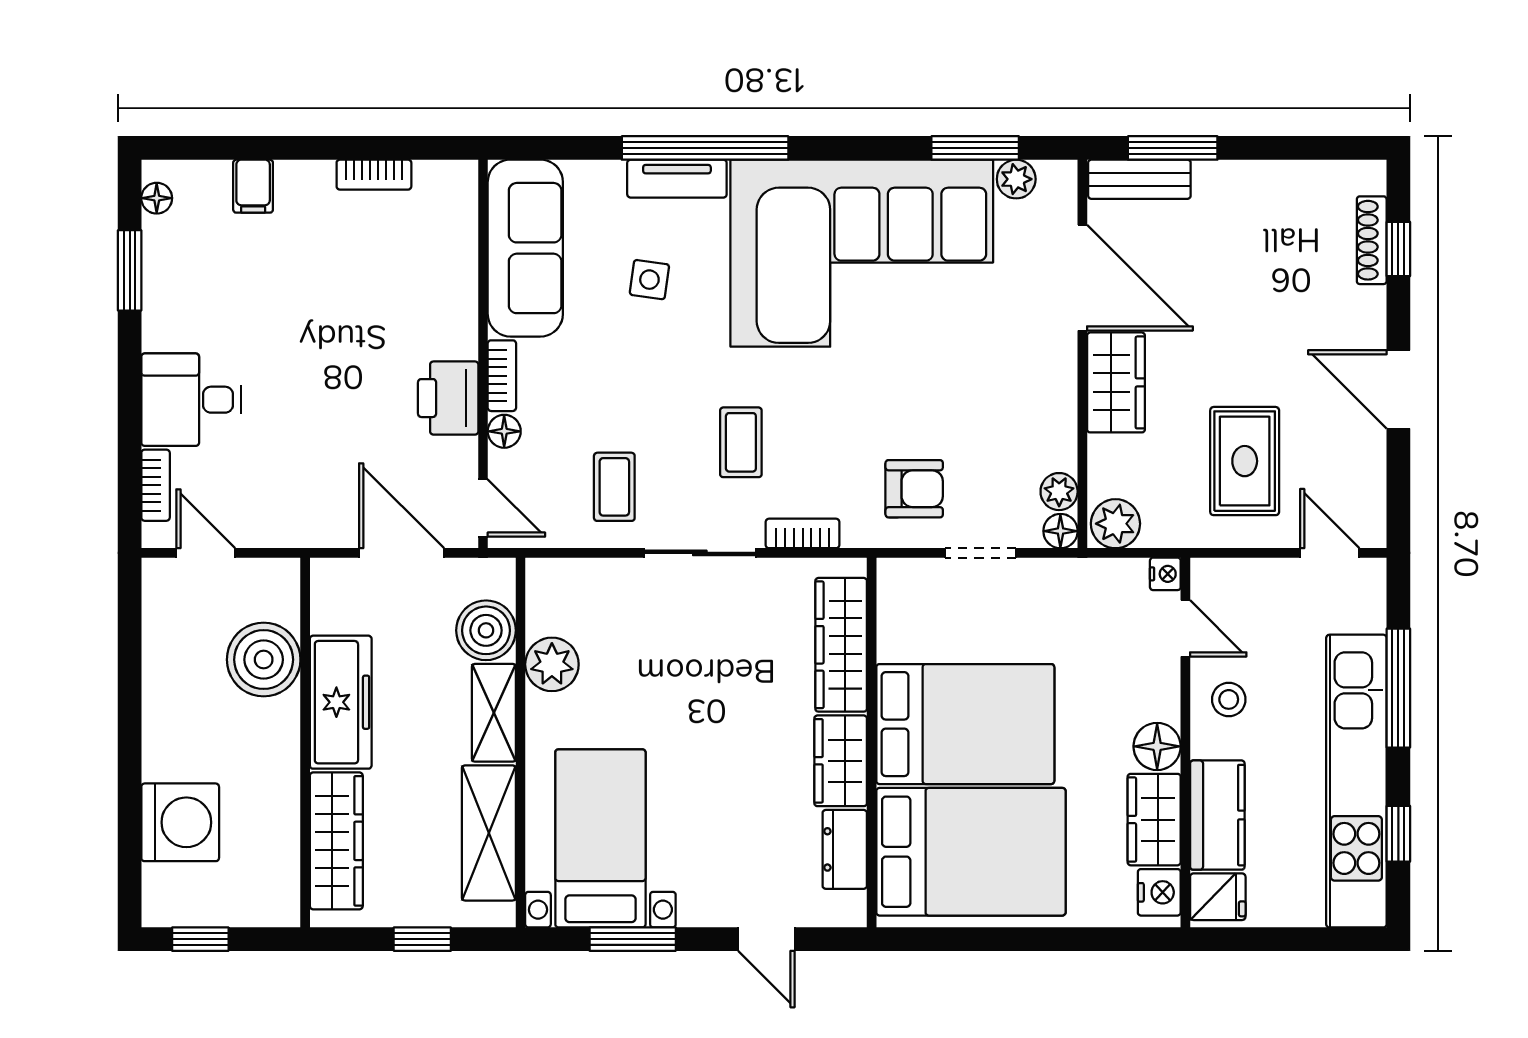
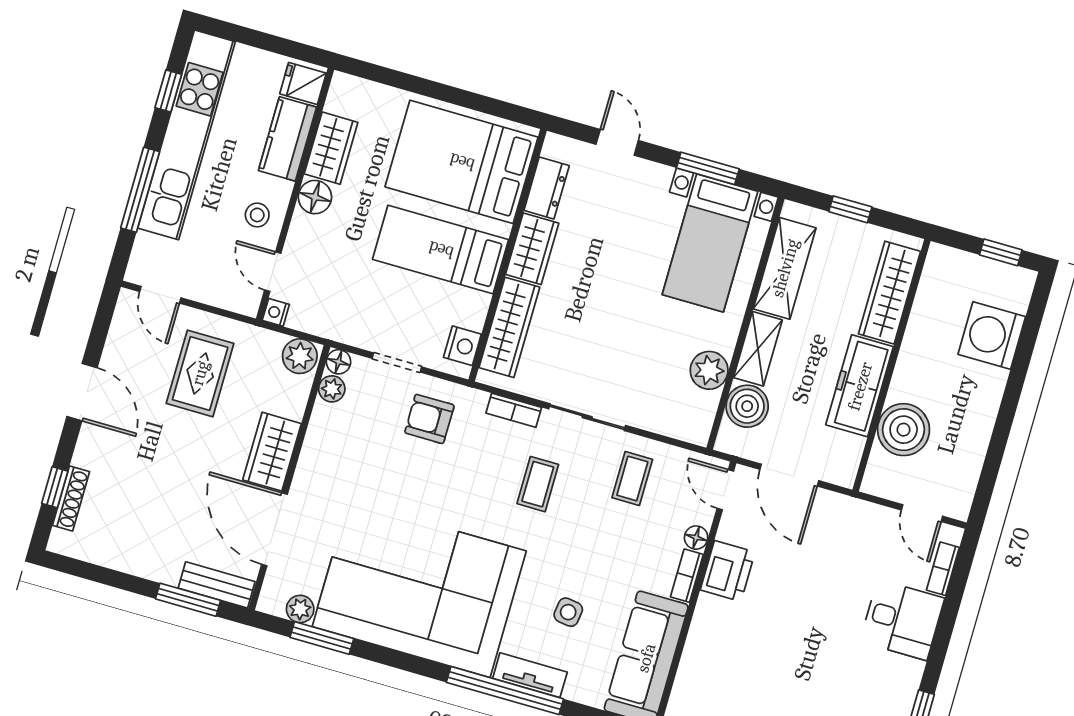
bed: (965, 724) -> (441, 250), width x0.67
nightstand: (1159, 892) -> (462, 346), moved, turned 180

